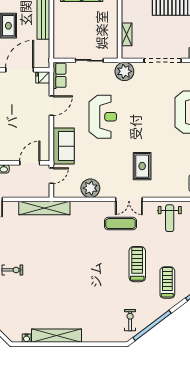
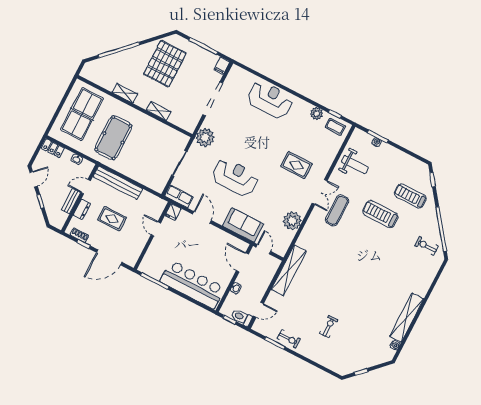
shelving: (127, 34) -> (159, 111), moved
door: (20, 70) -> (156, 229), width x0.53

